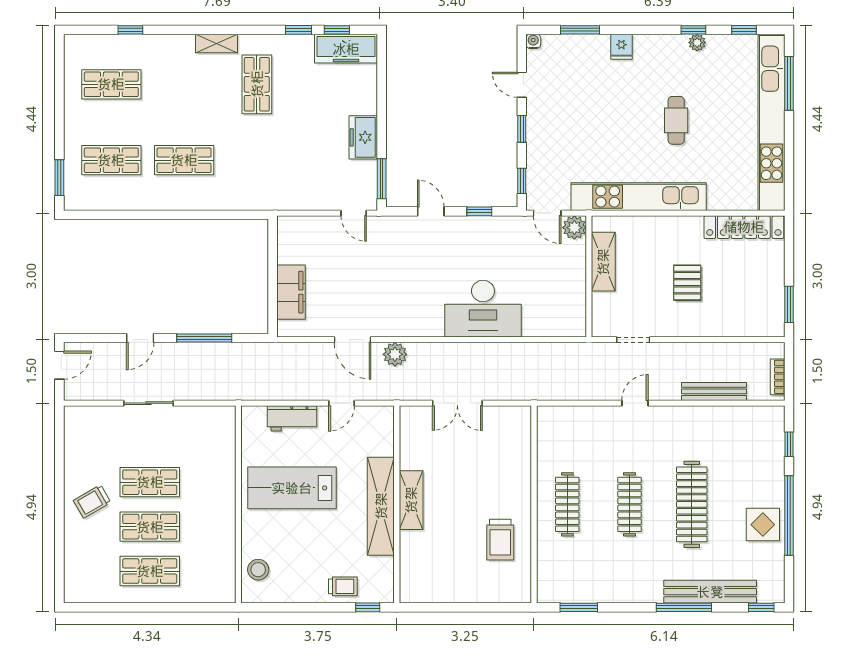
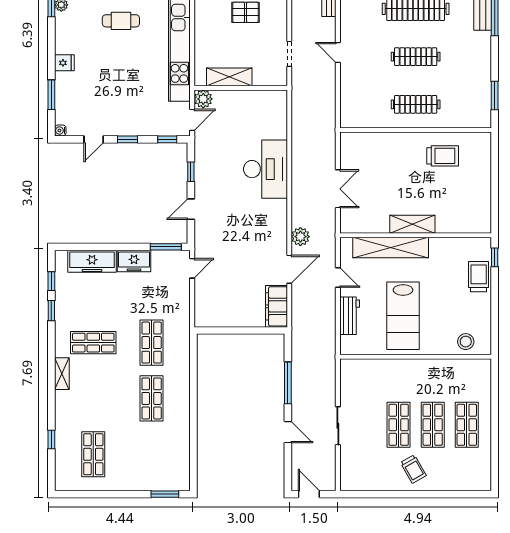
freezer: (346, 49) -> (92, 261), moved, turned 90
shop shelf: (111, 160) -> (152, 343), moved
filing cabinet: (291, 292) -> (276, 306), moved, turned -90
shelving: (381, 506) -> (391, 247), moved
trolley: (343, 586) -> (479, 277), width x1.36, depth x1.39

